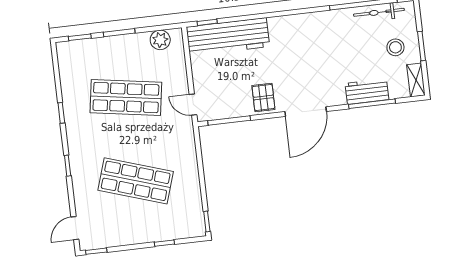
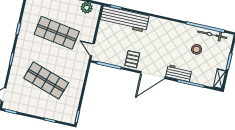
stool: (395, 47) -> (197, 49), moved
workbench: (367, 91) -> (179, 73), moved

